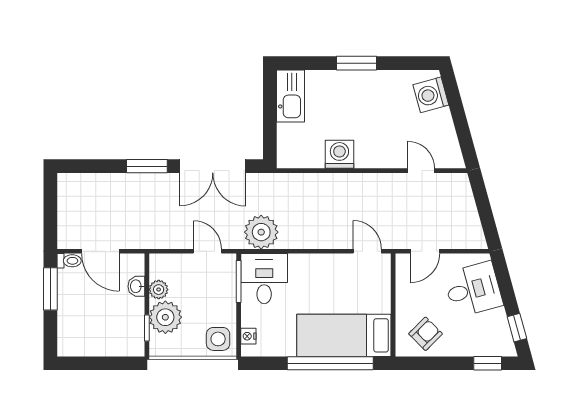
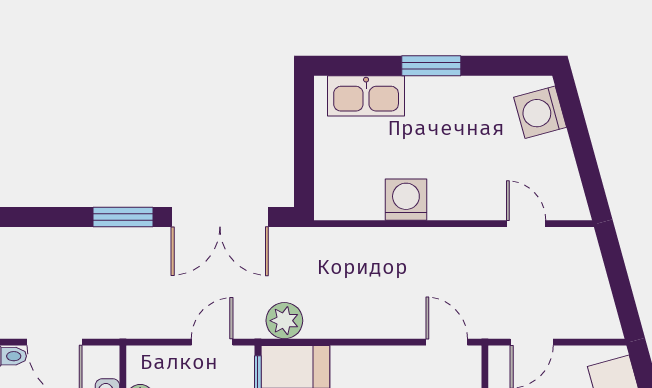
kitchen sink: (290, 96) -> (366, 96), moved, turned 90
plant: (261, 232) -> (284, 321), width x0.73, depth x0.73
door: (207, 251) -> (212, 342), hinge flipped

